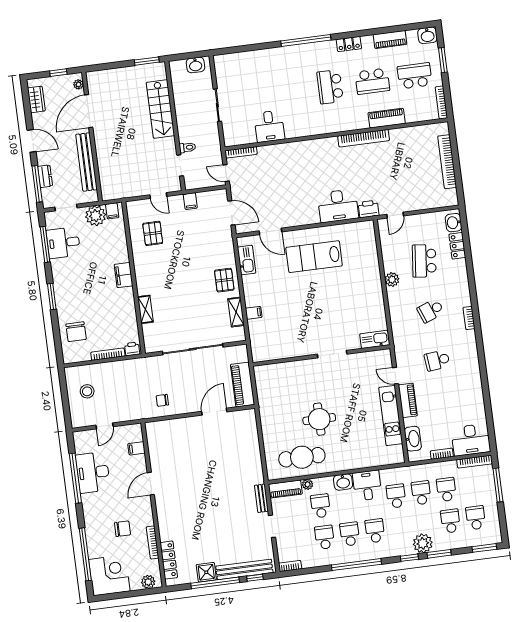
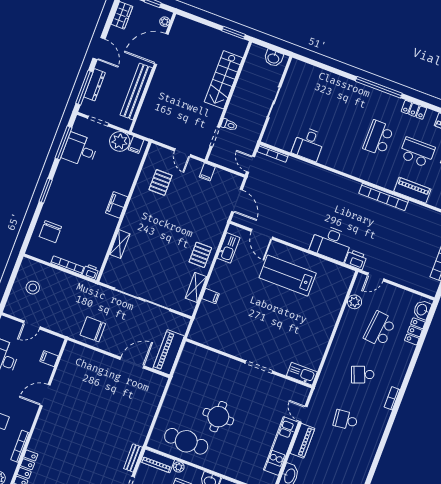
school desk: (372, 81) -> (417, 152), turned 180
dresser: (45, 176) -> (94, 85), width x1.44
plant: (392, 280) -> (354, 302), moved
chair: (162, 400) -> (93, 329), width x1.87, depth x1.87

